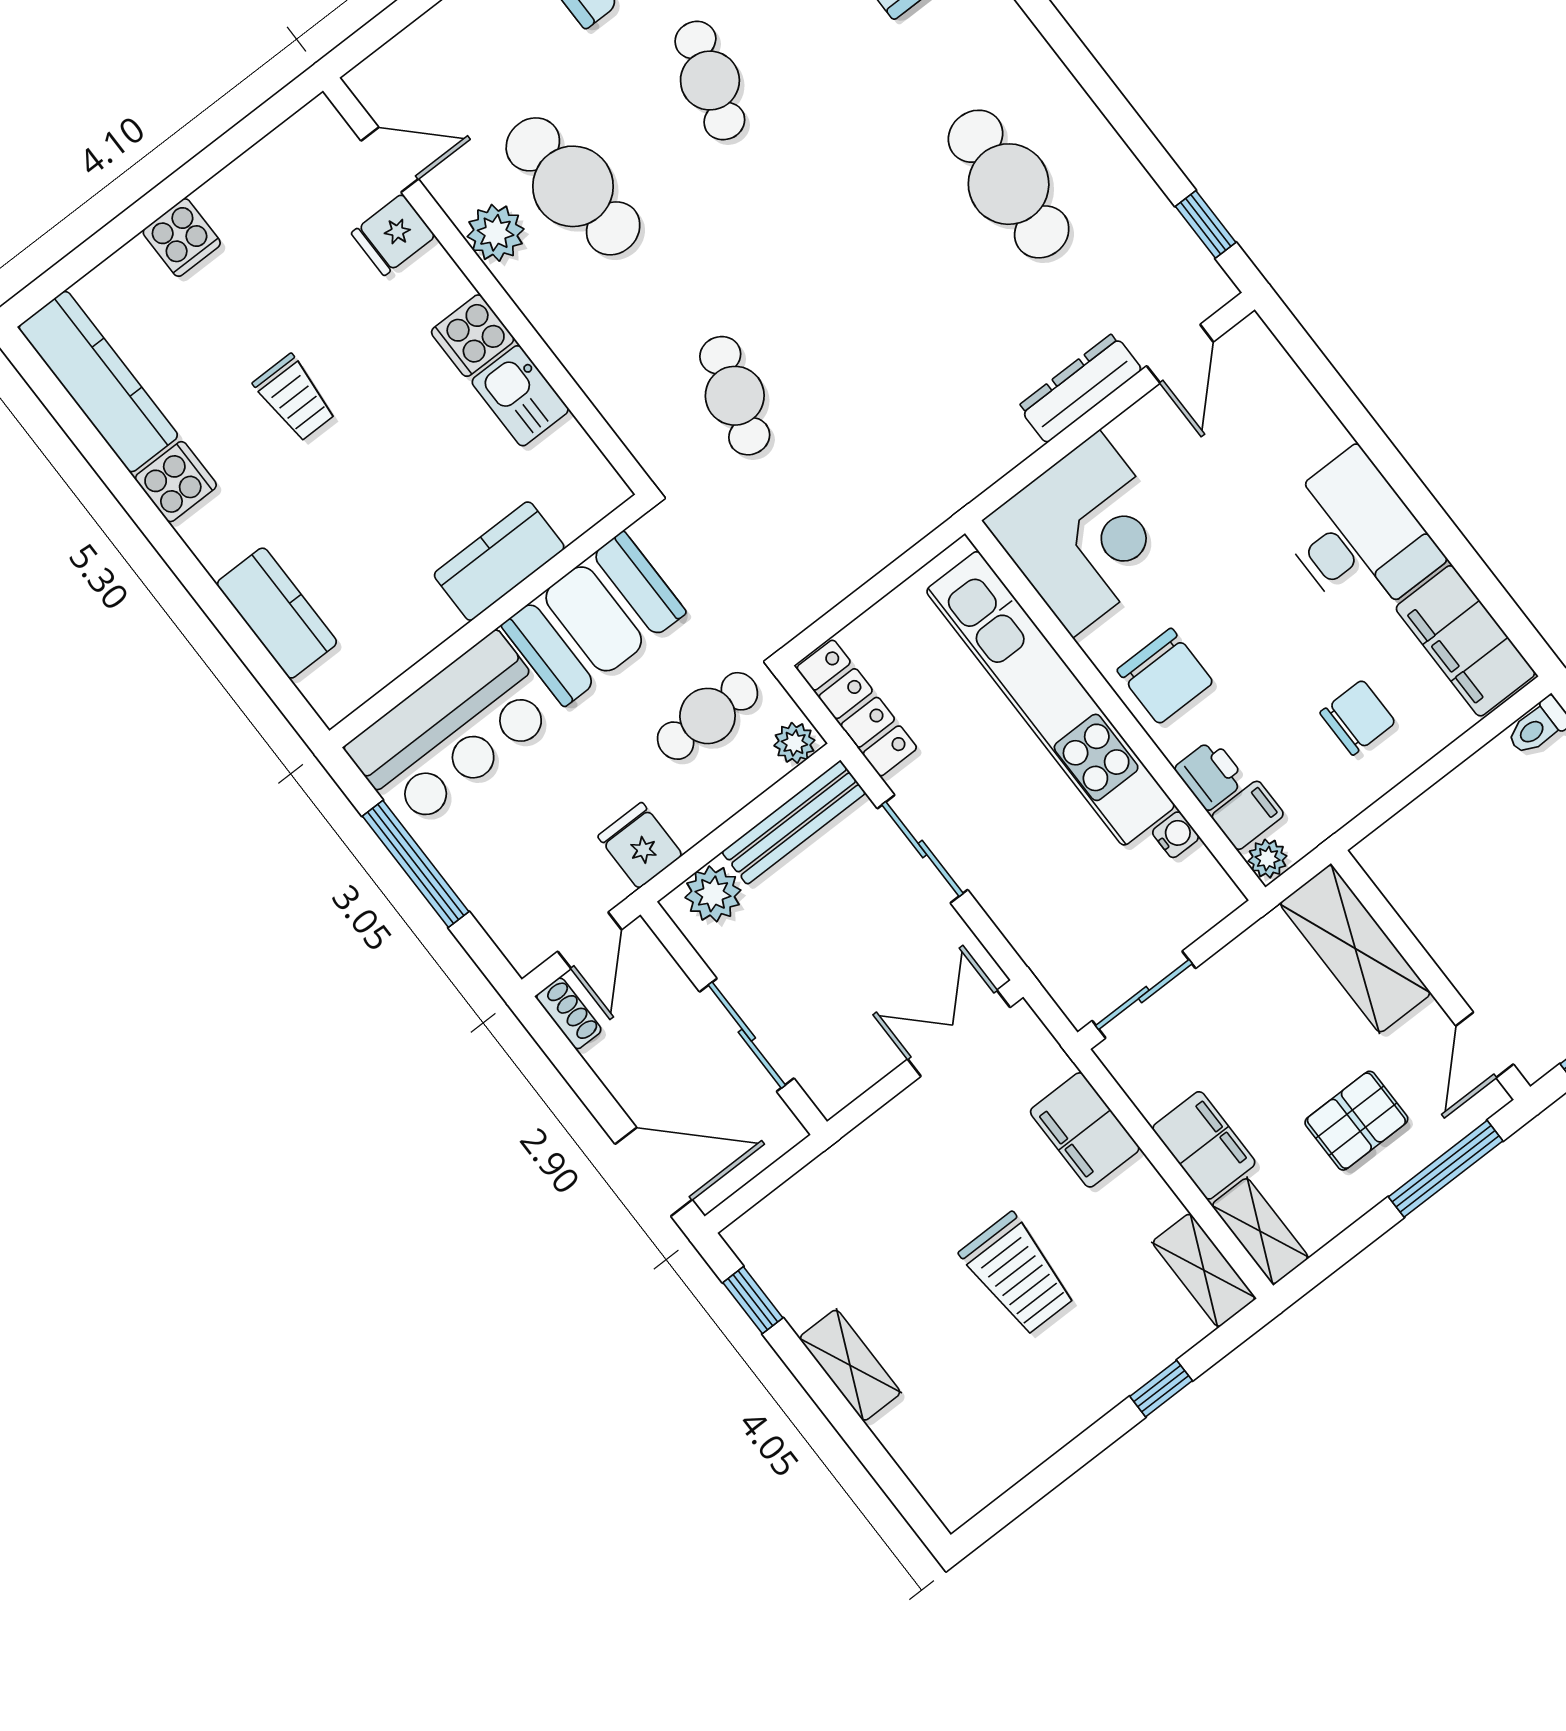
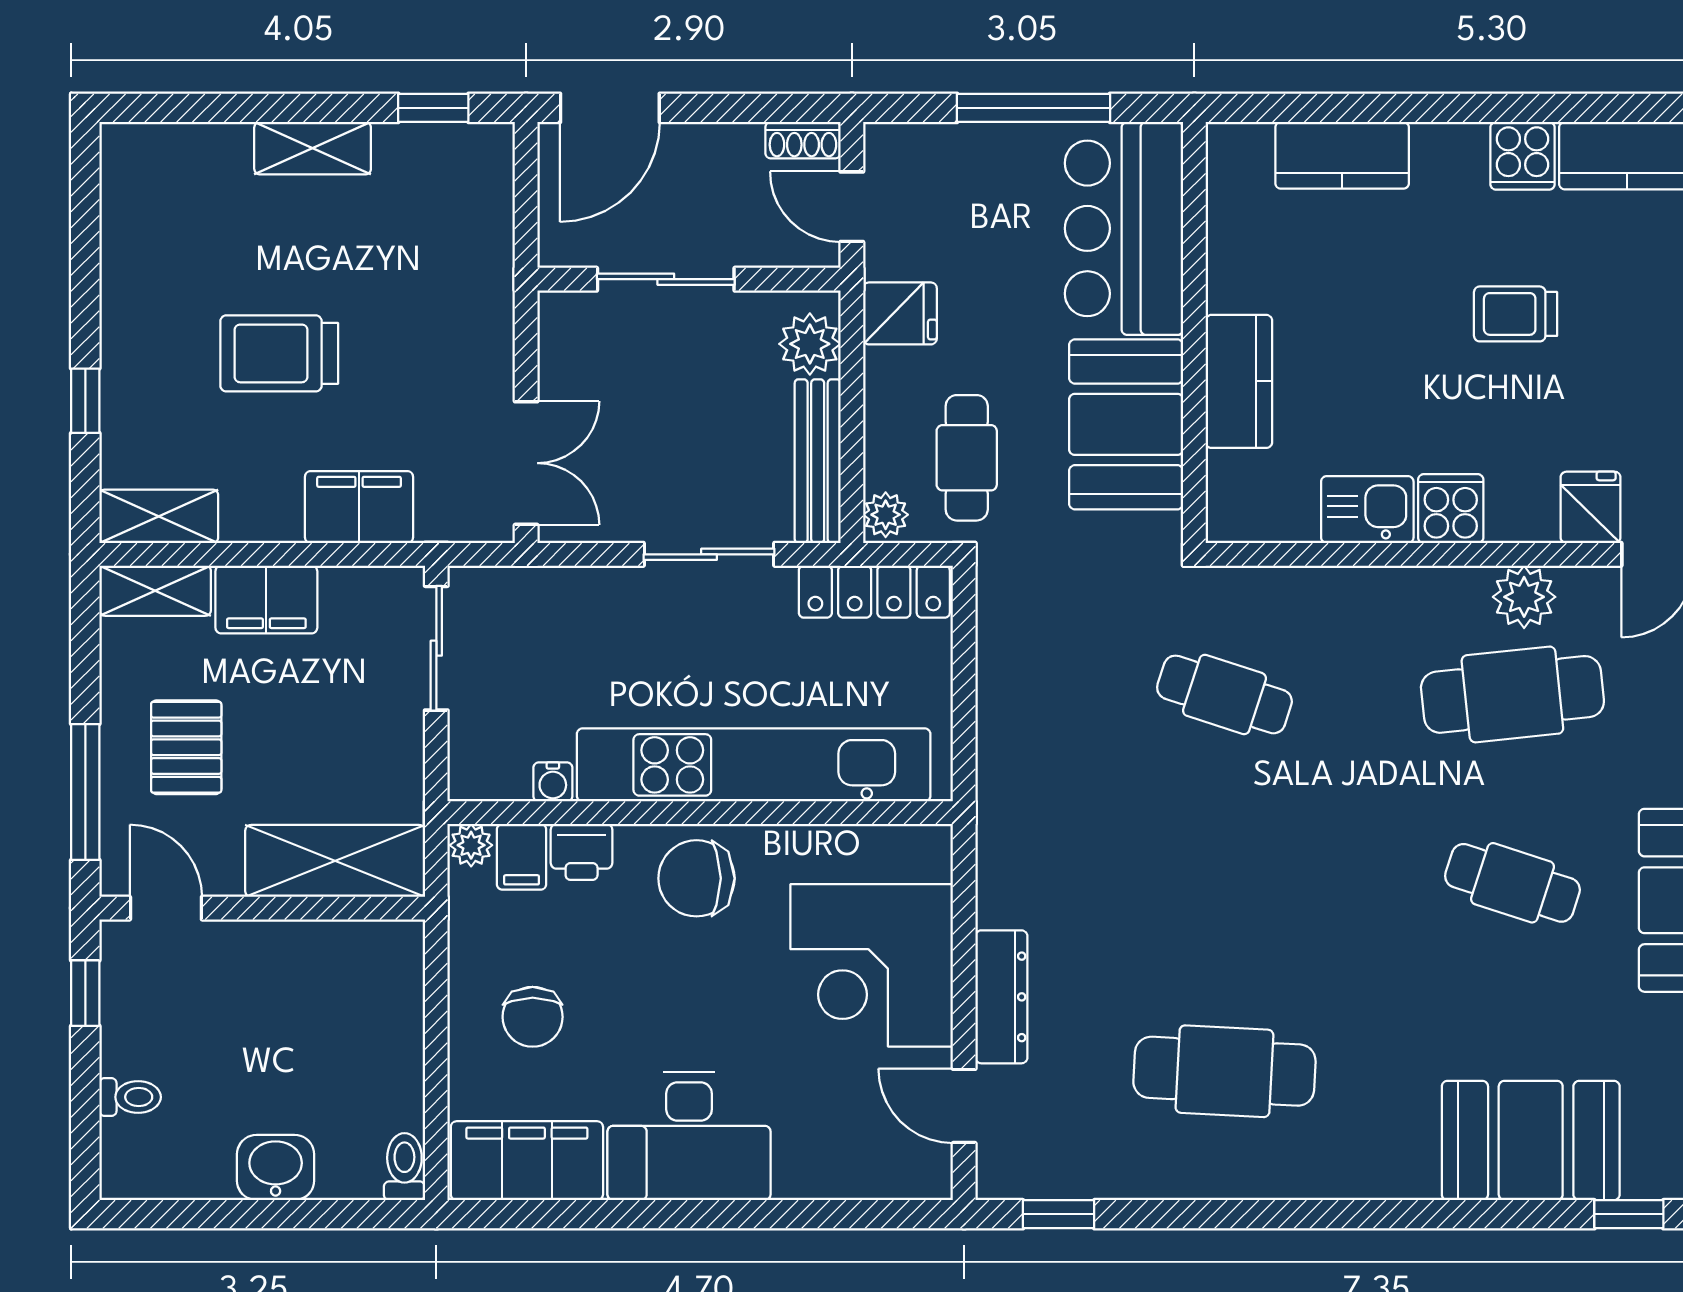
corner desk: (1086, 534) -> (872, 965), moved

